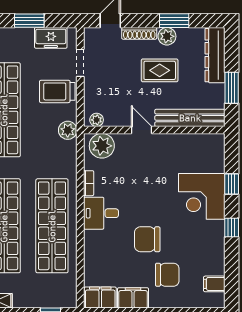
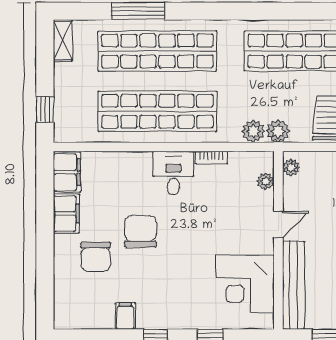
plant: (102, 146) -> (266, 181), width x0.53, depth x0.53
plant: (68, 150) -> (253, 131), added
corner desk: (202, 196) -> (245, 284), moved, turned -90
filing cabinet: (214, 284) -> (125, 316), moved

